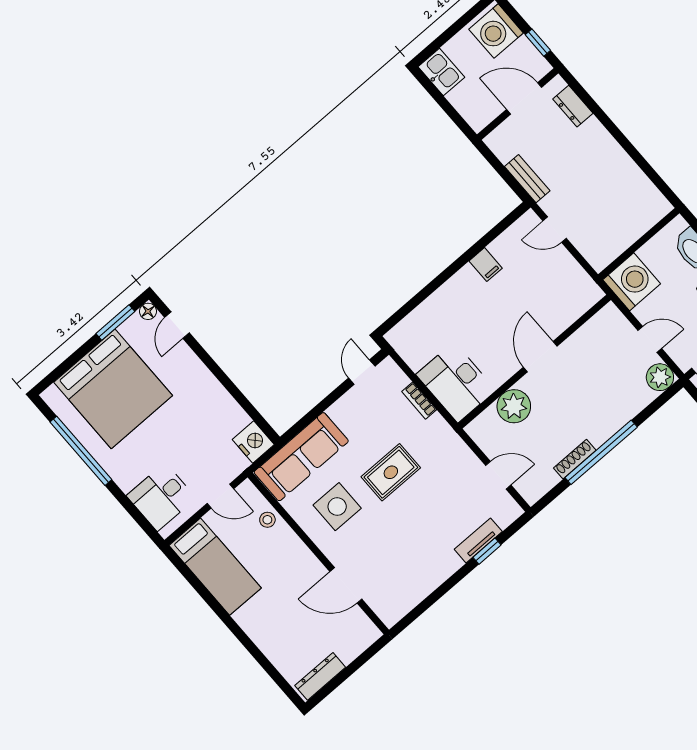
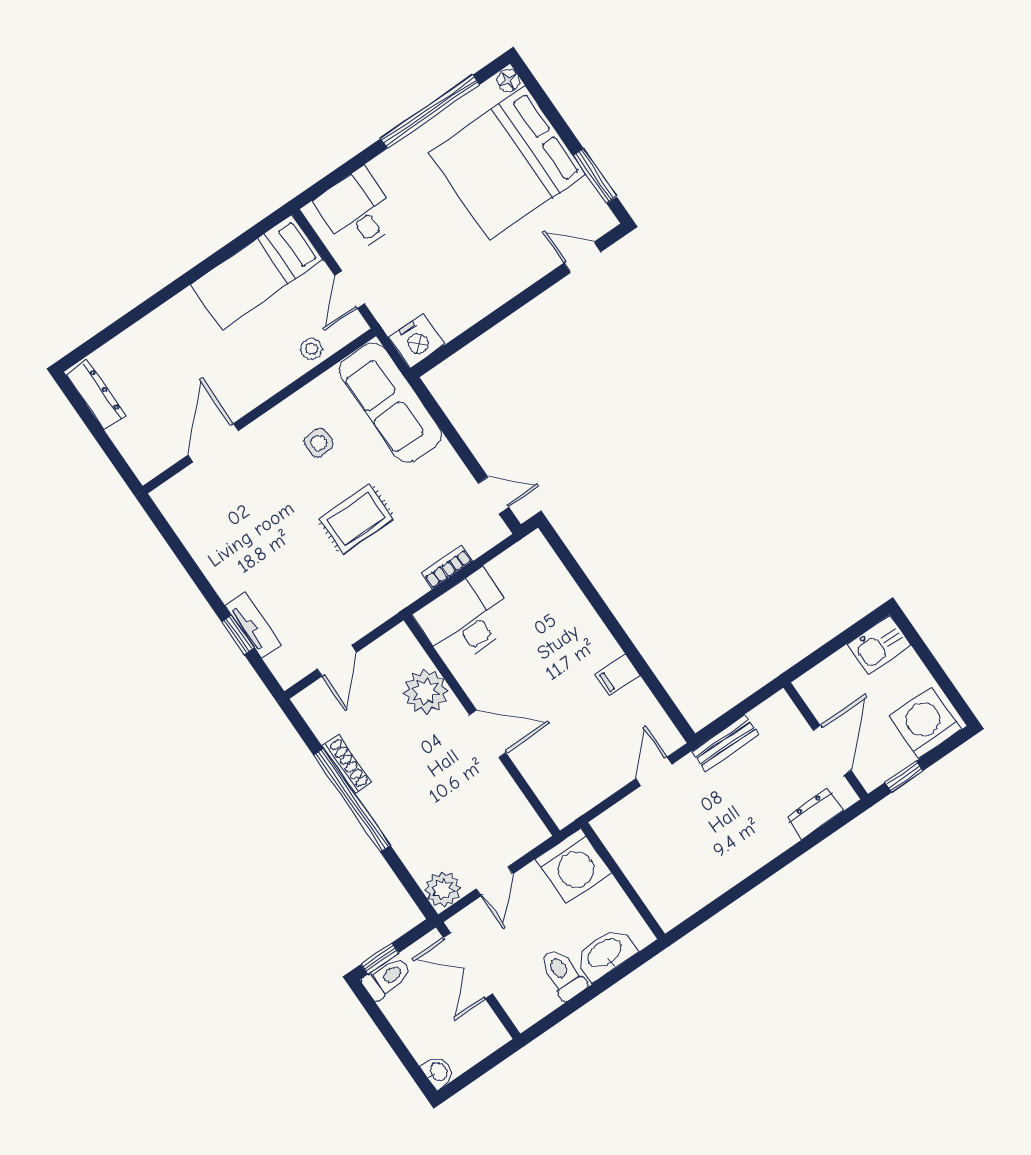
floor lamp: (148, 311) -> (508, 81), moved
rug: (391, 472) -> (356, 519), turned 90
side table: (337, 507) -> (319, 443), width x0.54, depth x0.54

